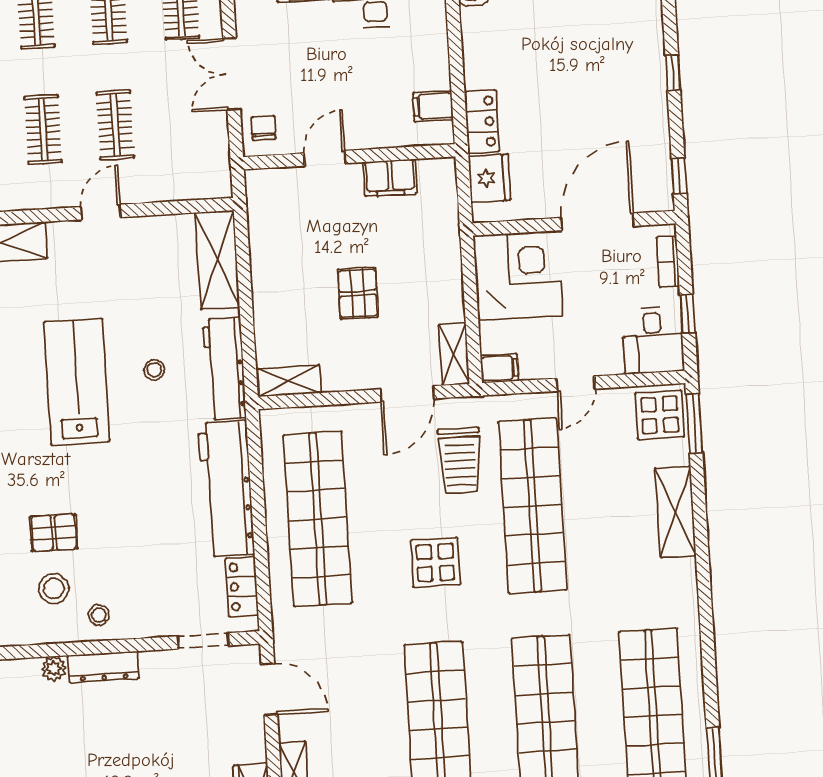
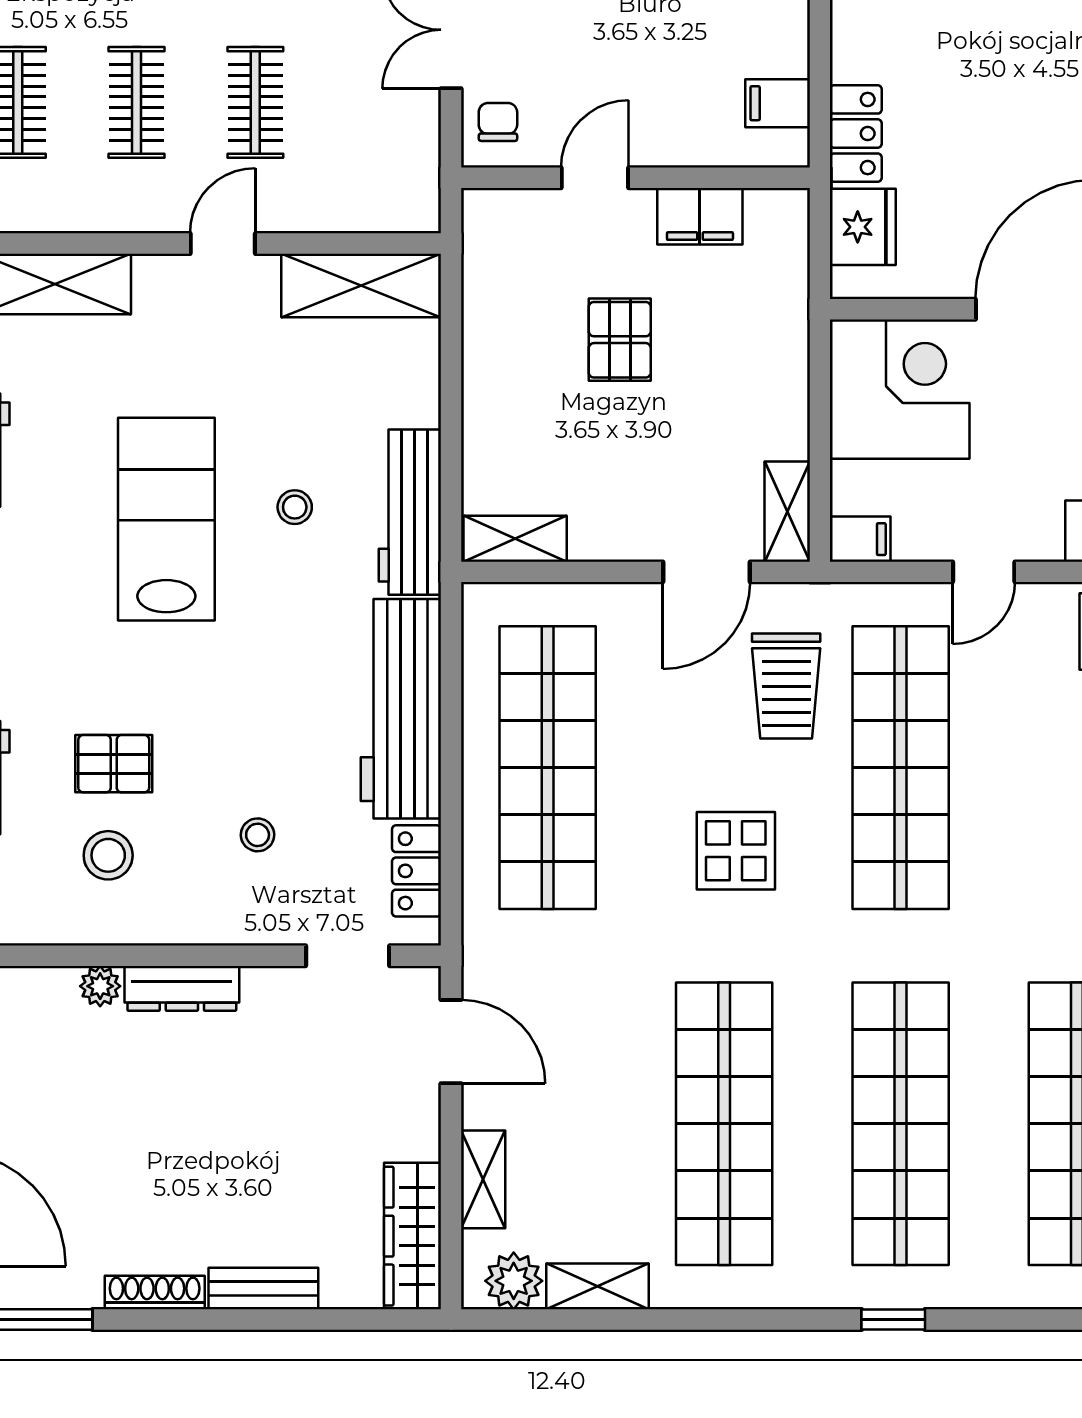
shelving: (217, 260) -> (361, 285), moved, turned 90
pallet: (358, 293) -> (620, 340), moved
stool: (99, 615) -> (258, 835), moved

